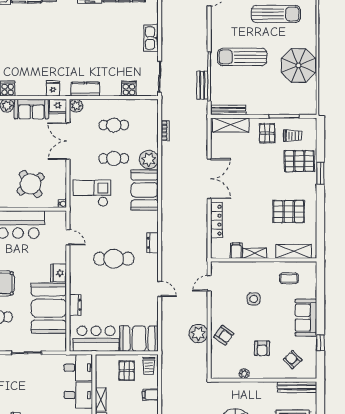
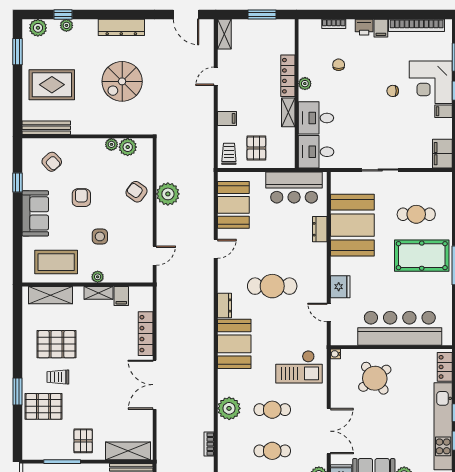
trolley: (293, 136) -> (58, 377), moved
booth: (145, 190) -> (234, 344), moved
plant: (255, 266) -> (98, 277), added
fridge: (59, 273) -> (340, 287), moved
coffee table: (289, 278) -> (56, 262), width x1.86, depth x1.72
door: (160, 289) -> (216, 249), swing flipped
booth: (139, 339) -> (233, 205), moved, turned 90
armchair: (262, 348) -> (81, 198), moved
plant: (231, 371) -> (128, 147), added

